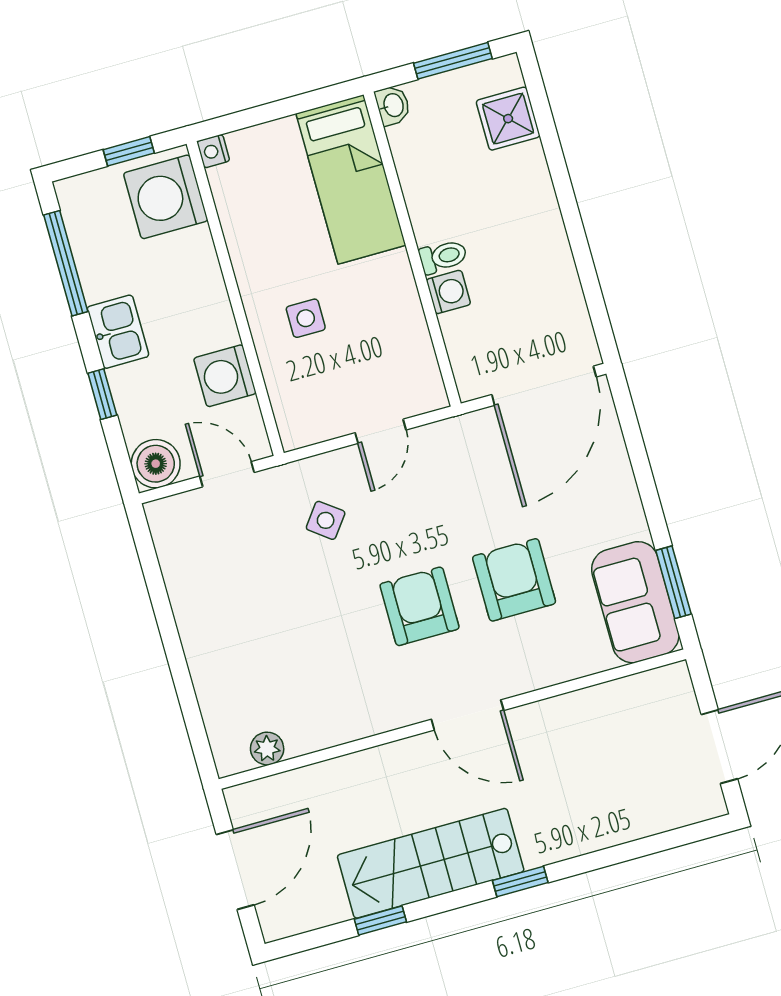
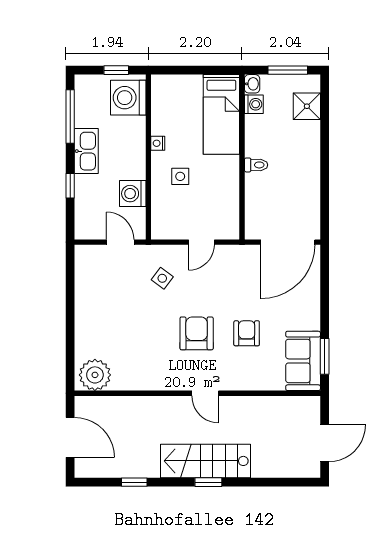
nightstand: (213, 151) -> (158, 143), moved
washing machine: (448, 292) -> (254, 104), moved
kitchen sink: (118, 332) -> (86, 151), width x1.38
boiler: (156, 464) -> (87, 227), removed
armchair: (514, 580) -> (247, 333), width x0.72, depth x0.72
door: (467, 715) -> (205, 393), width x0.73
plant: (267, 749) -> (95, 375), width x1.88, depth x1.88
stairs: (431, 863) -> (206, 461), moved
door: (235, 870) -> (70, 437), hinge flipped

